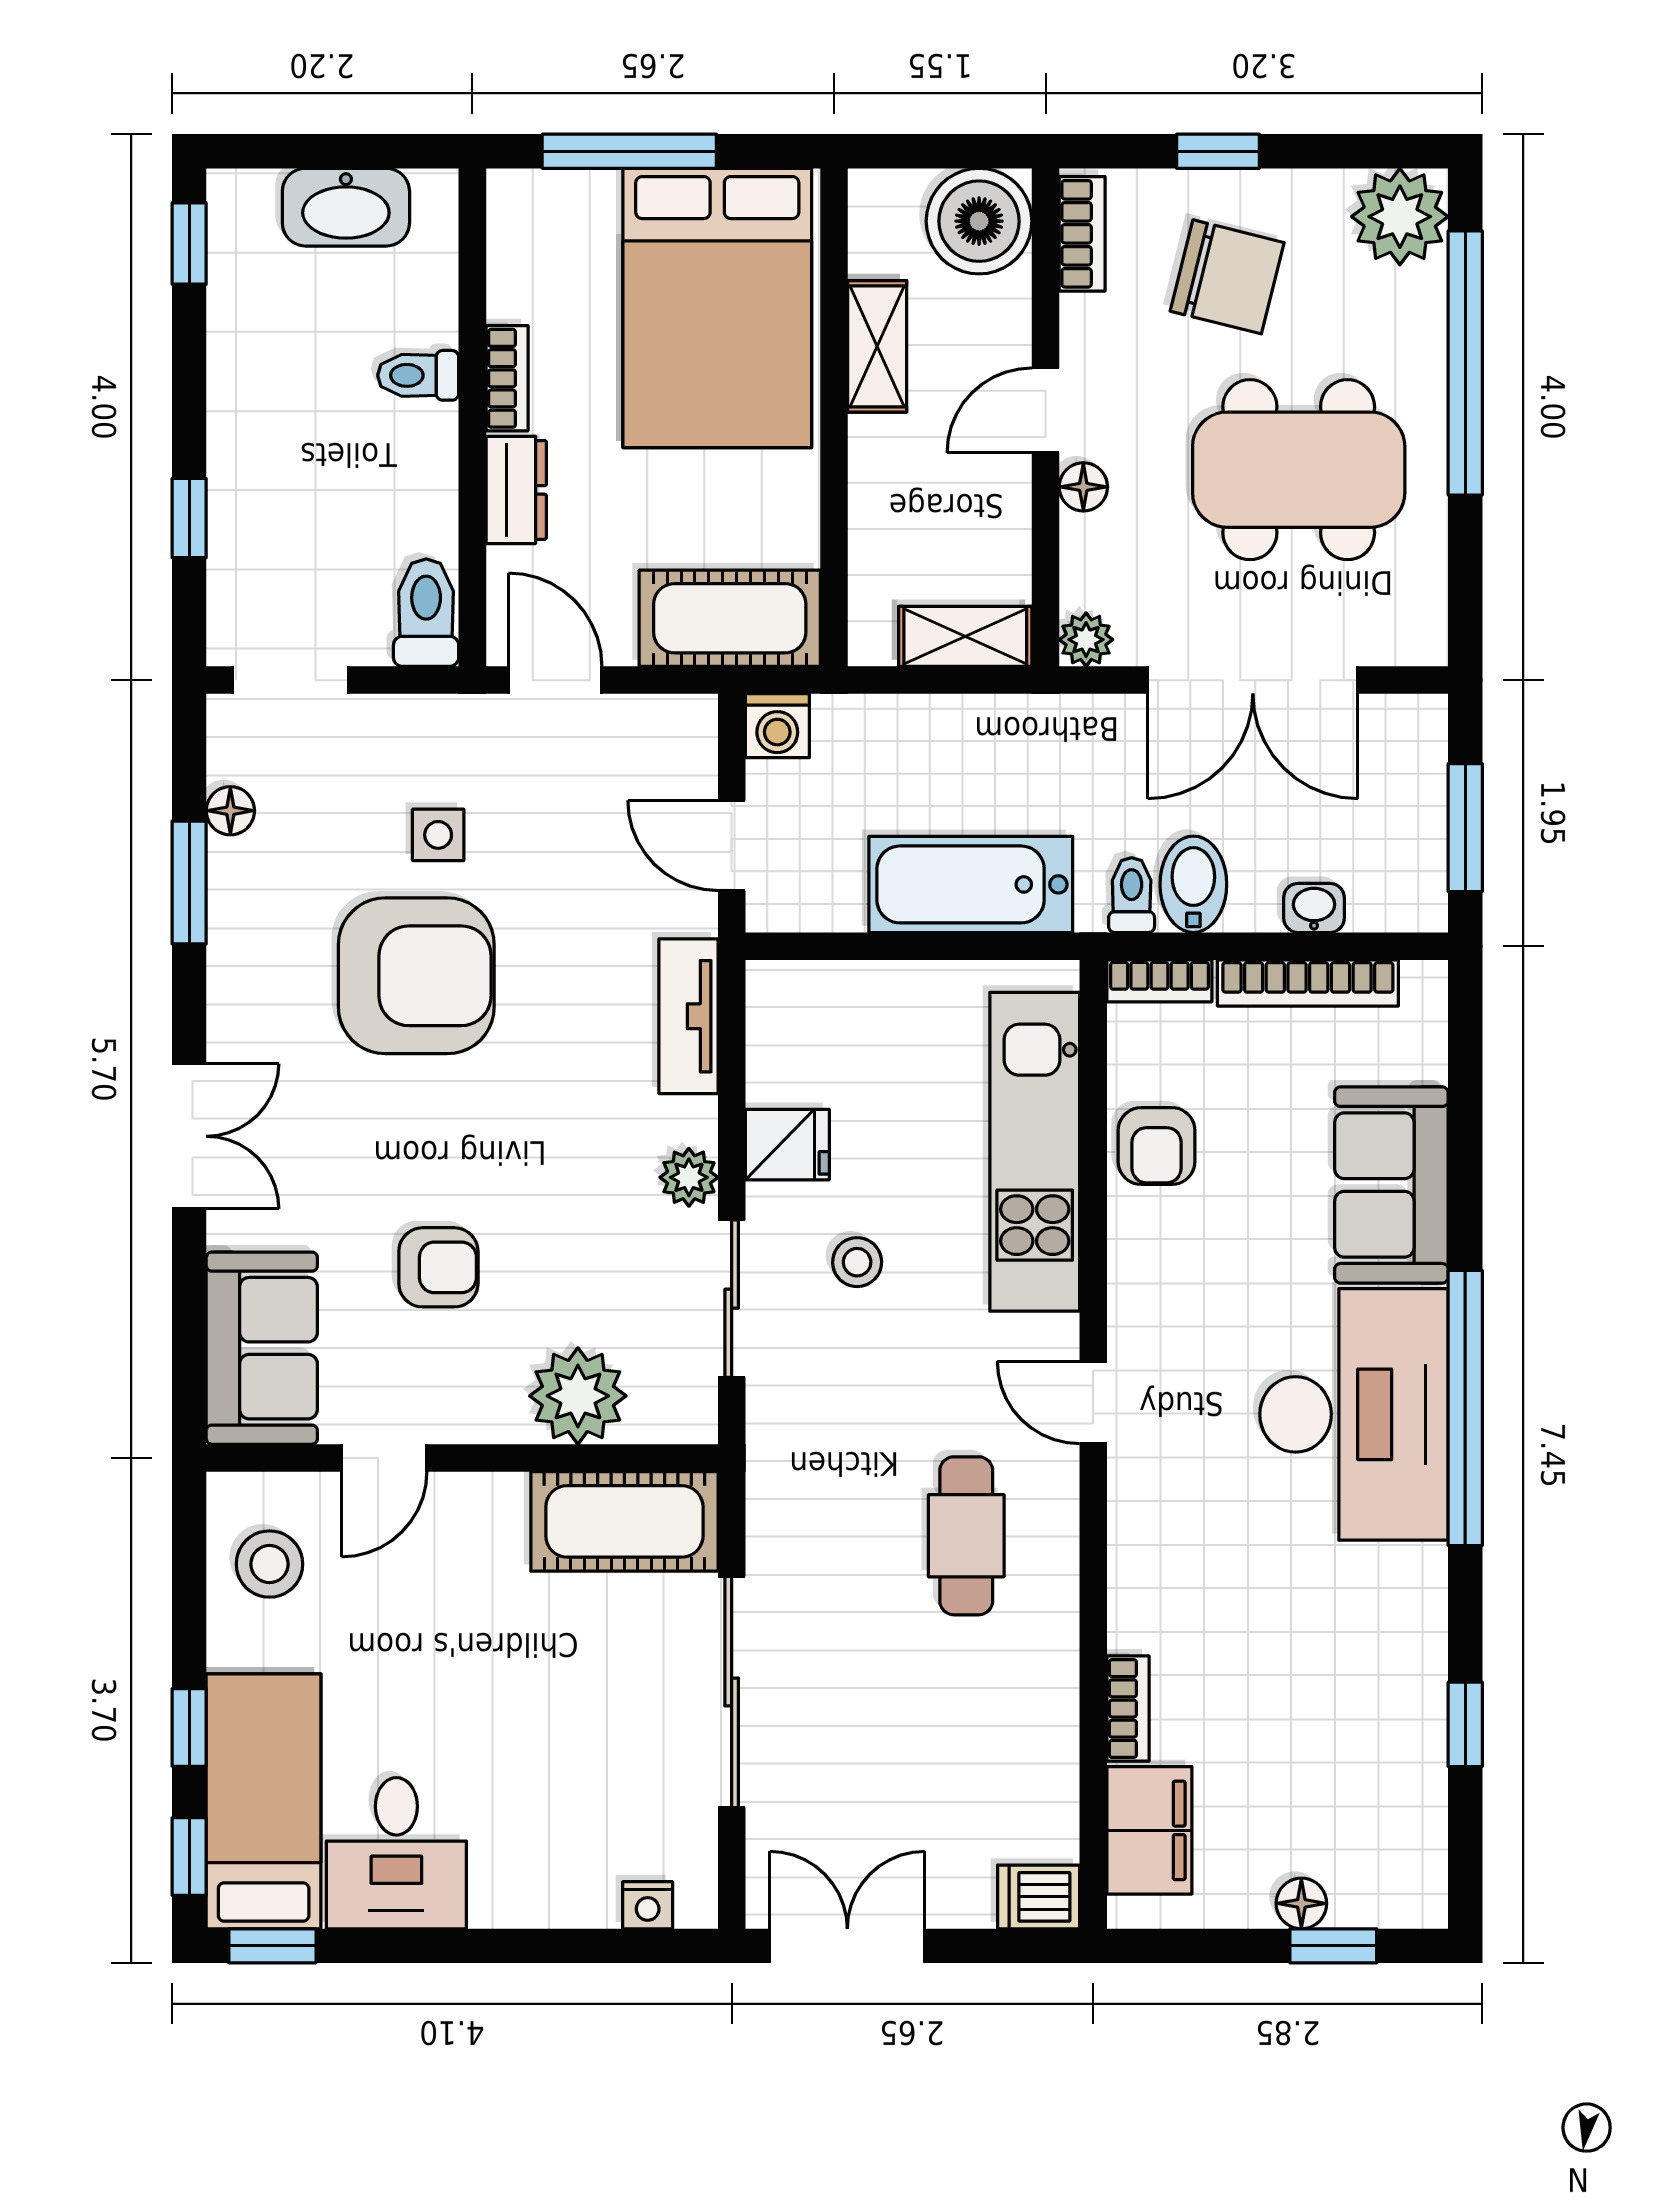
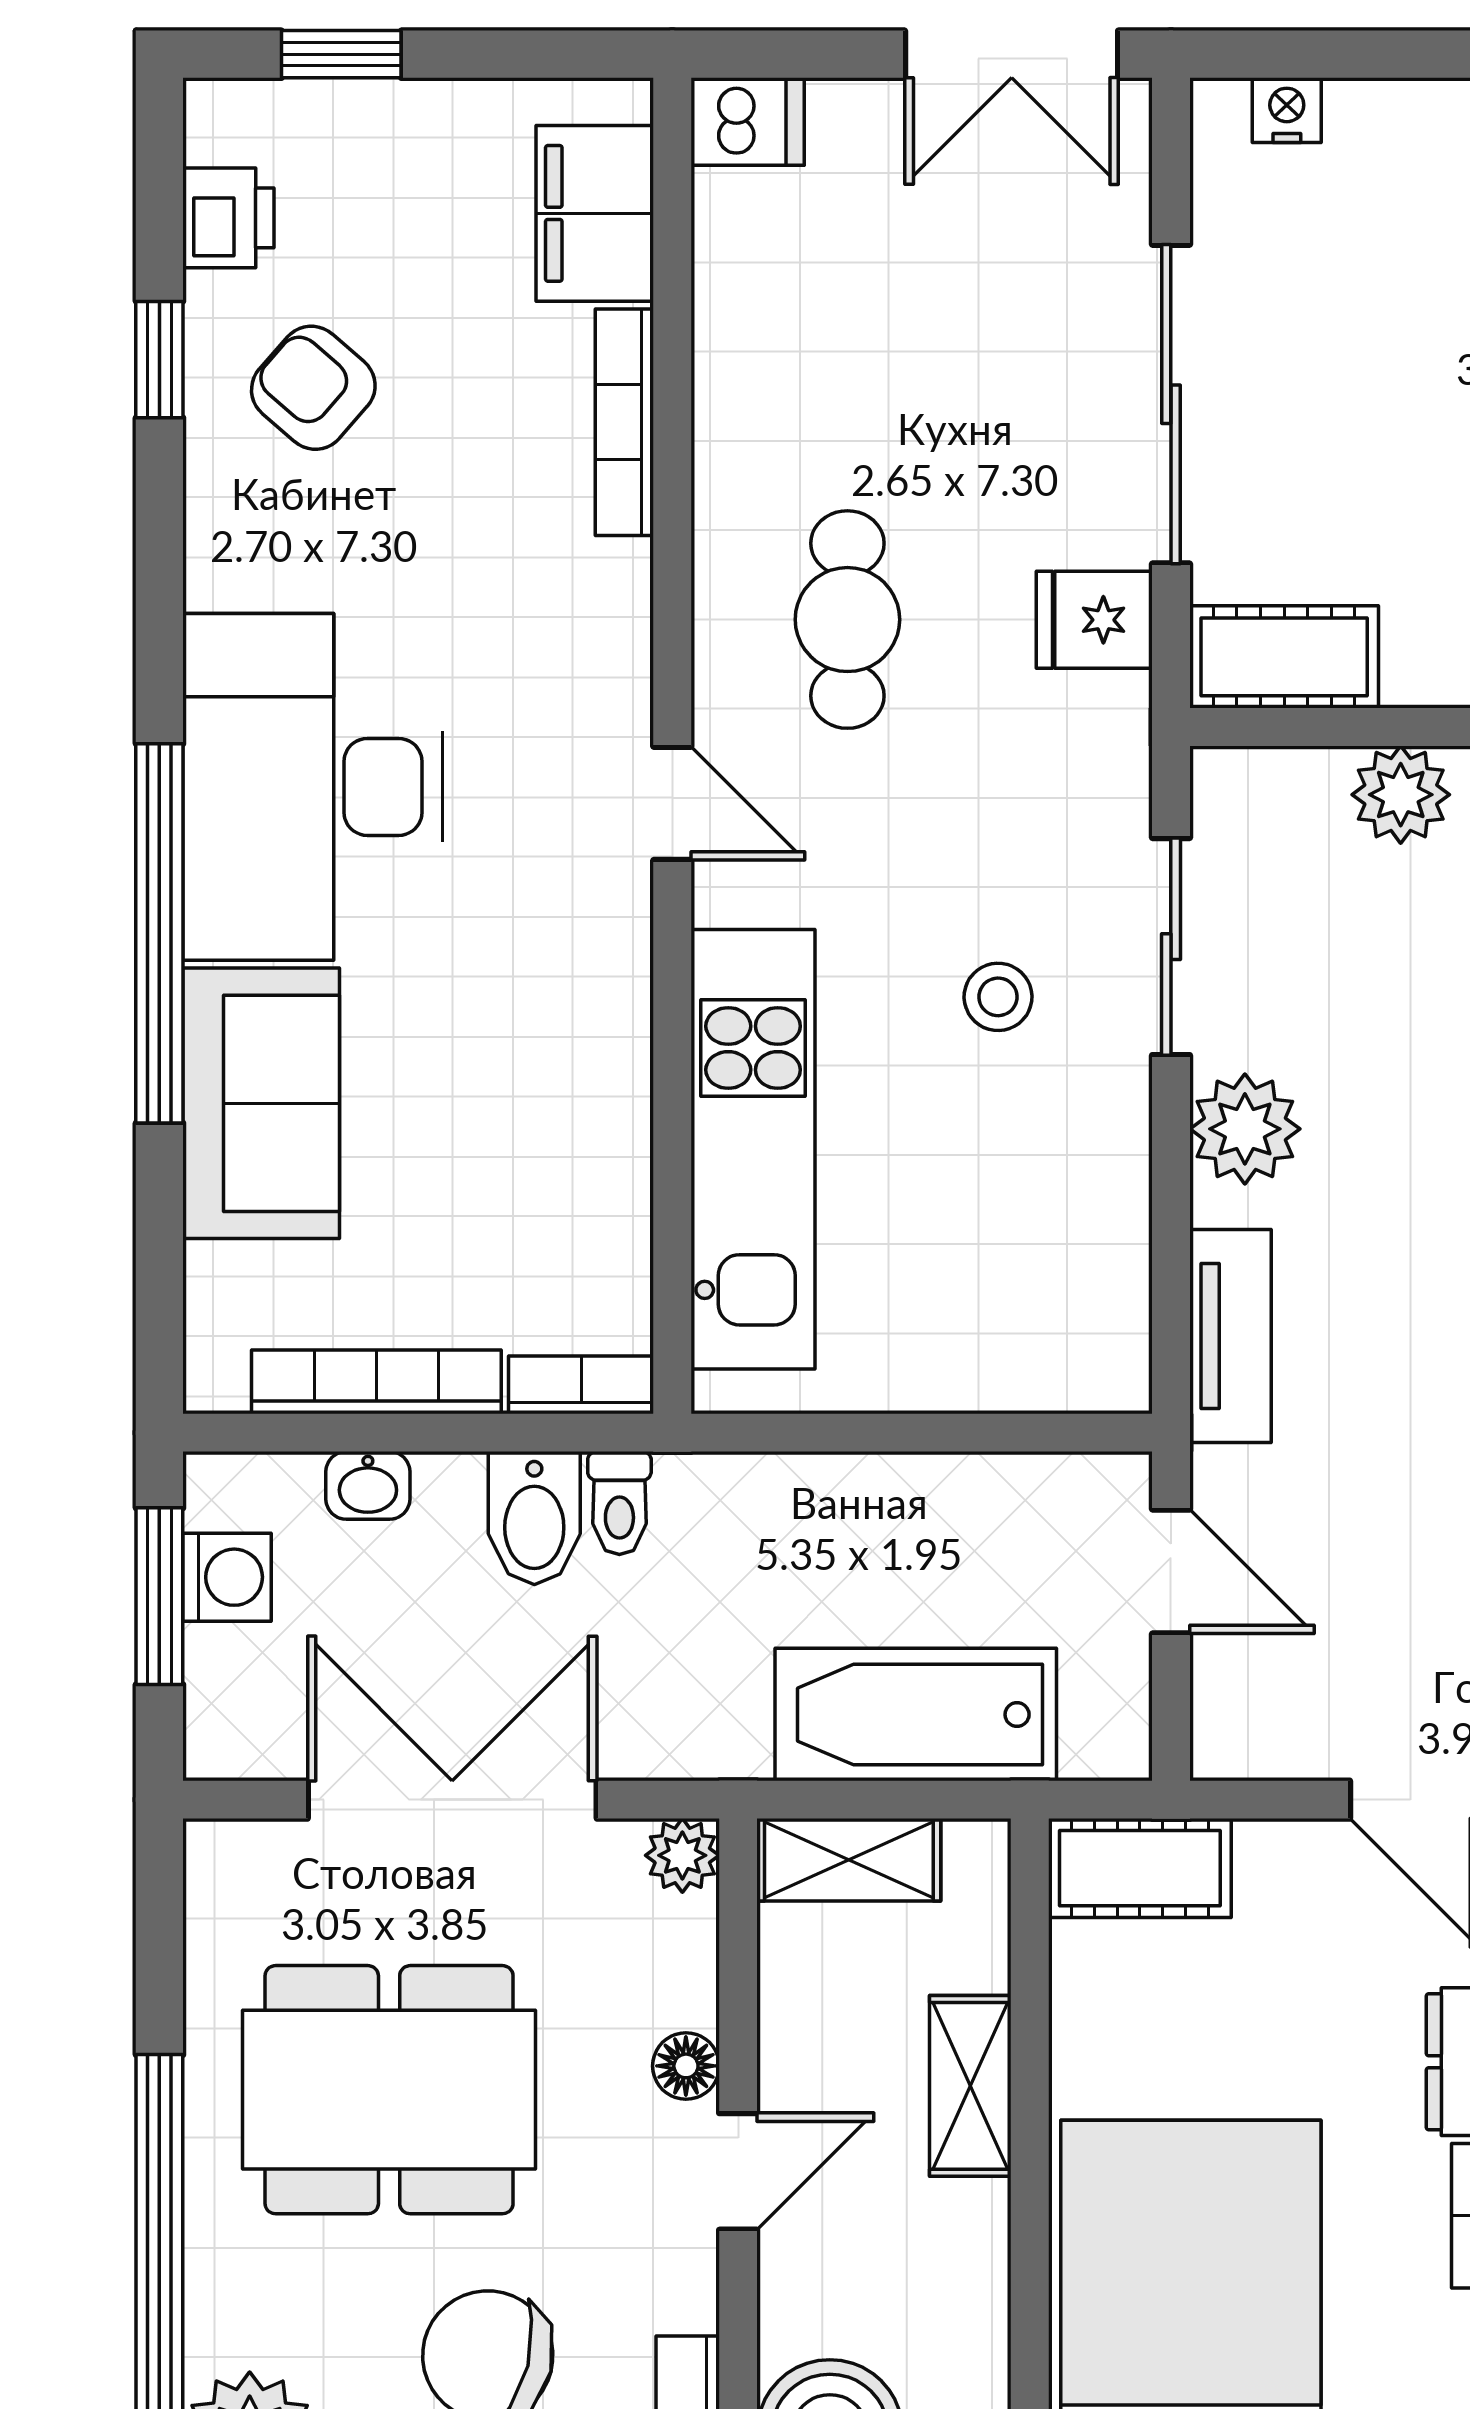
shelving: (877, 346) -> (970, 2086), moved
cot: (730, 618) -> (1140, 1868), width x0.73, depth x0.75
washing machine: (777, 726) -> (227, 1577), moved, turned 90
bathtub: (971, 884) -> (916, 1715), moved, turned 180
fridge: (787, 1145) -> (1094, 620), moved
armchair: (1157, 1146) -> (313, 388), moved, turned -49
plant: (689, 1177) -> (1245, 1129), width x1.38, depth x1.38
plant: (578, 1396) -> (1401, 795), width x0.73, depth x0.73
window: (1465, 1408) -> (159, 933), moved
cot: (624, 1521) -> (1284, 657), width x0.73, depth x0.75
bookcase: (1128, 1709) -> (624, 422), width x1.56
printer: (1415, 1827) -> (228, 218), added
floor lamp: (1301, 1903) -> (385, 113), removed

